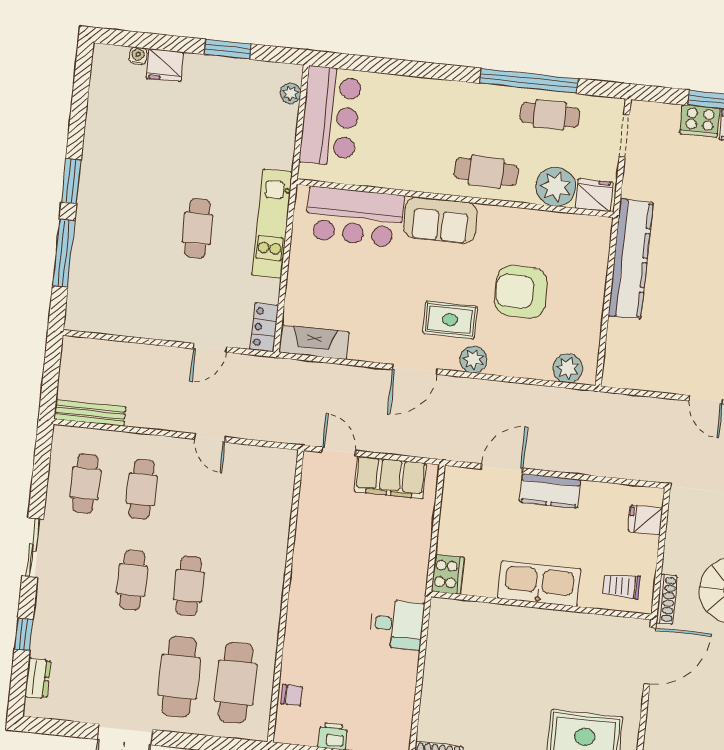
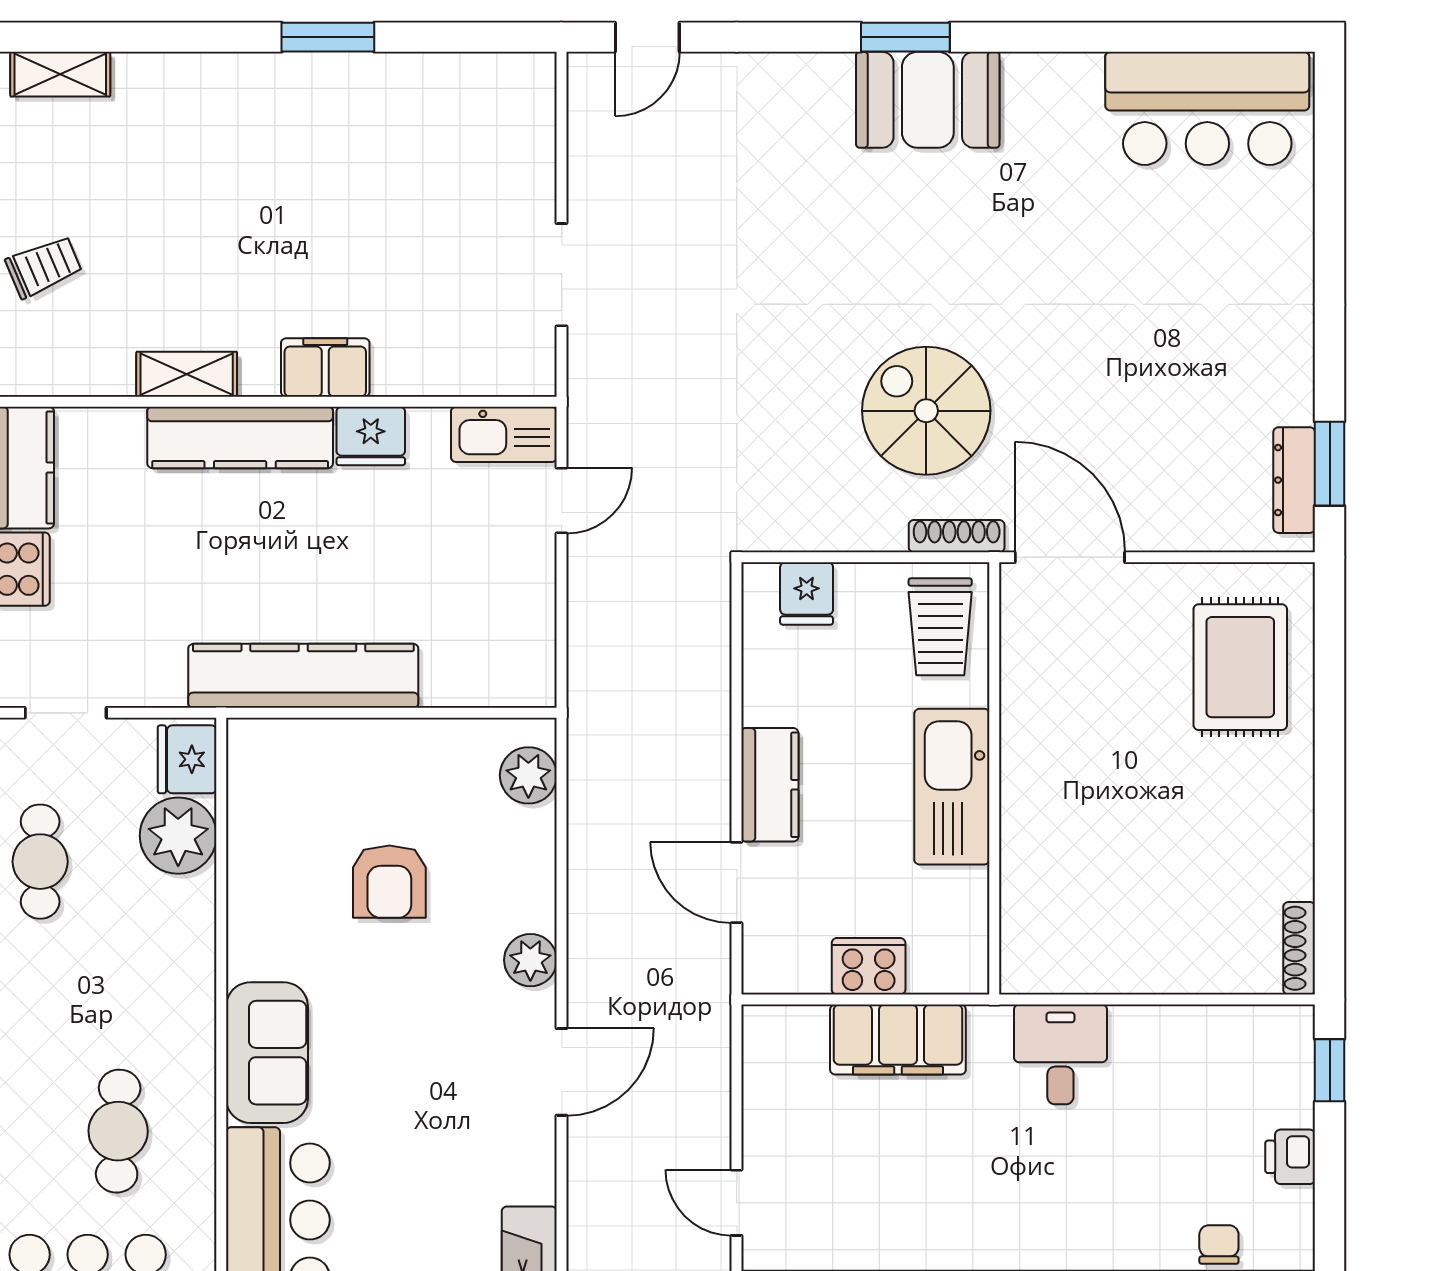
cafe table: (486, 172) -> (118, 1131), moved
armchair: (521, 292) -> (389, 882), width x0.73, depth x0.73
rug: (450, 320) -> (458, 1014), removed
door: (415, 369) -> (562, 1072), hinge flipped
door: (339, 451) -> (737, 1203), hinge flipped
filing cabinet: (390, 477) -> (898, 1040), moved, turned 90
cooker: (448, 574) -> (869, 966), moved
trolley: (621, 586) -> (940, 627), width x1.36, depth x1.39

